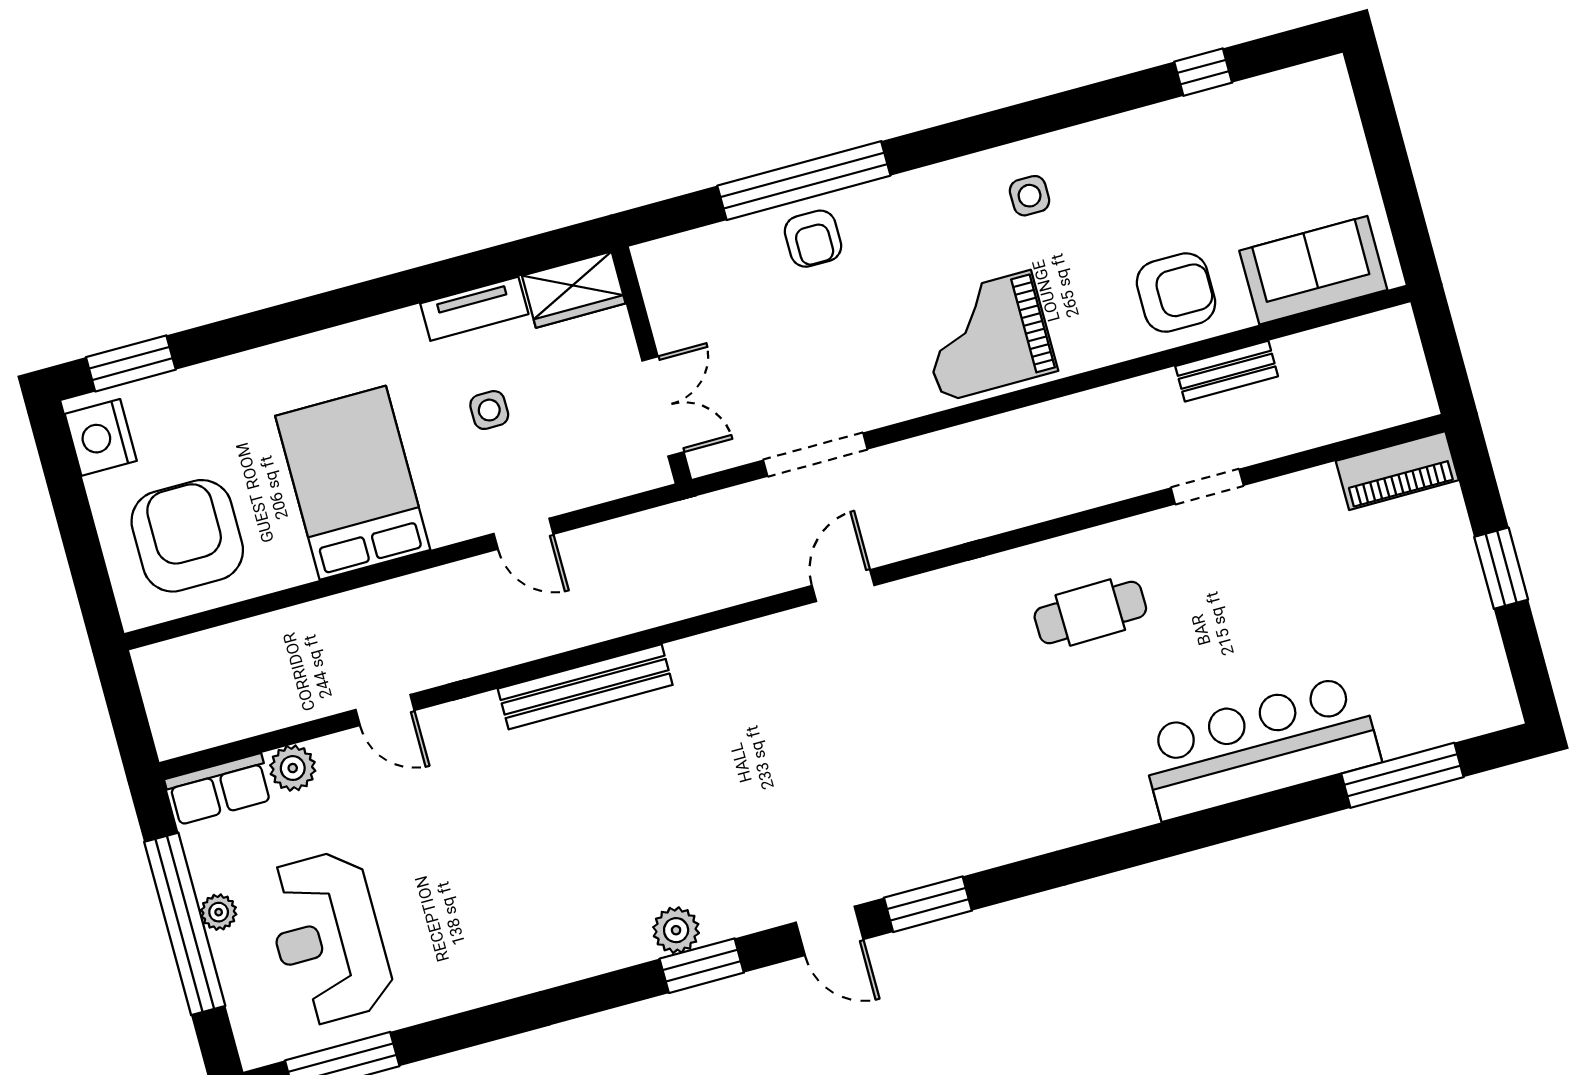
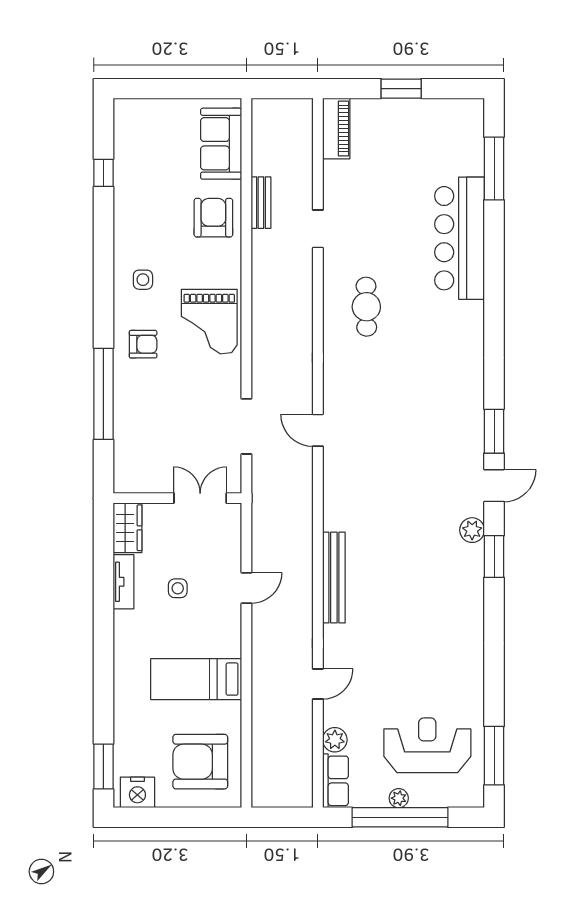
armchair: (813, 239) -> (143, 344), moved
bed: (353, 483) -> (196, 679), width x0.67
plant: (676, 930) -> (472, 530), moved
reception desk: (328, 938) -> (427, 745), turned 180

